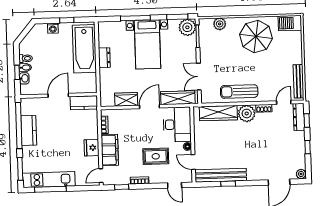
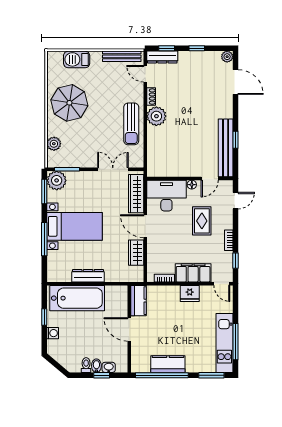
barbecue: (290, 23) -> (77, 59), moved, turned 90
dresser: (104, 58) -> (88, 276), width x1.44
double door: (199, 77) -> (113, 169), swing flipped
wardrobe: (218, 113) -> (155, 148), removed

